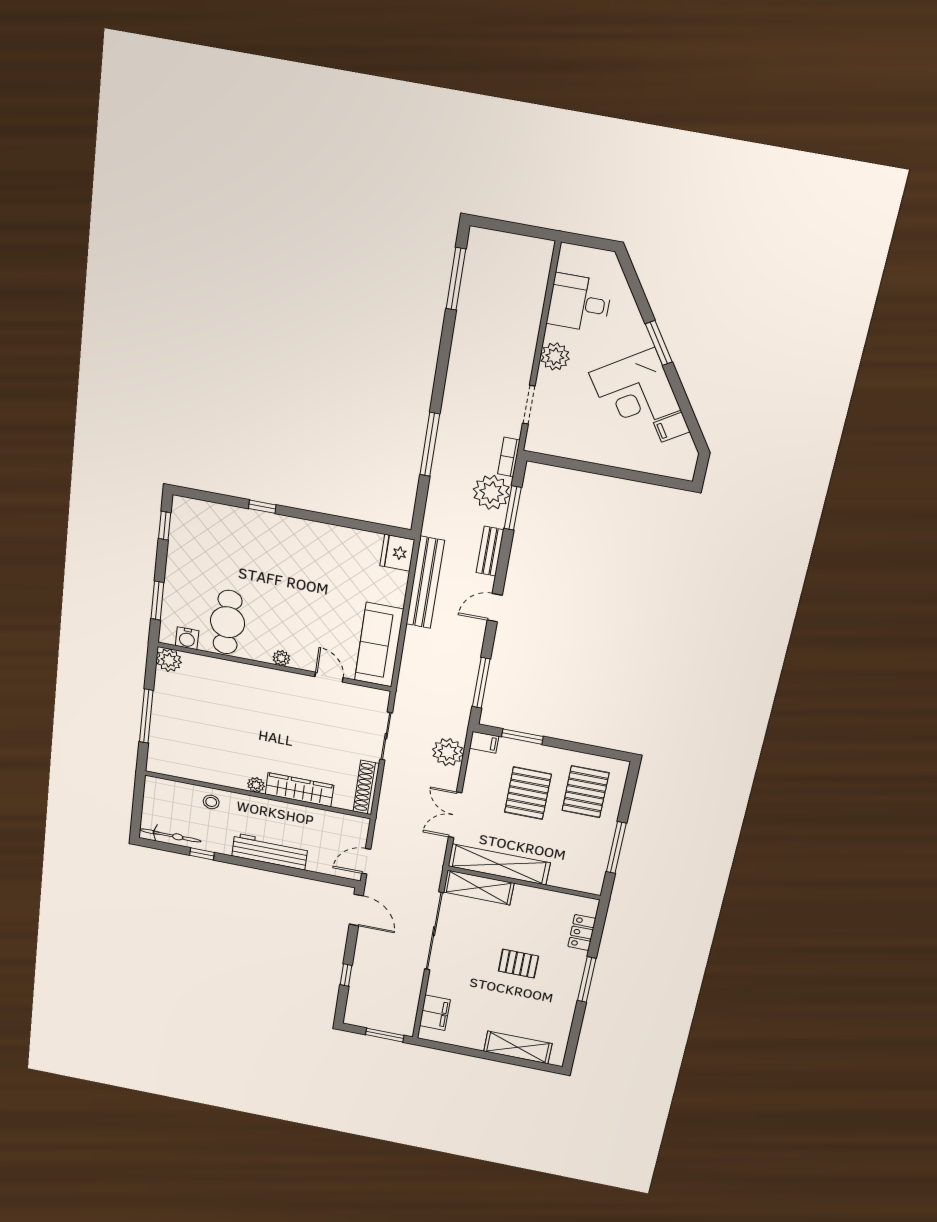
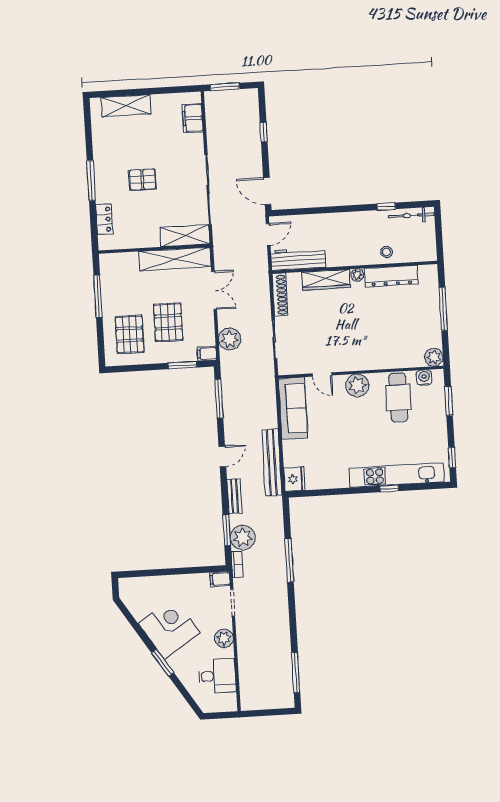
filing cabinet: (672, 427) -> (220, 579), moved, turned -147
kitchen unit: (249, 522) -> (397, 475), added
plant: (281, 658) -> (357, 385), width x1.88, depth x1.88
dresser: (210, 772) -> (391, 276), added
workbench: (270, 851) -> (298, 259), moved, turned 180

